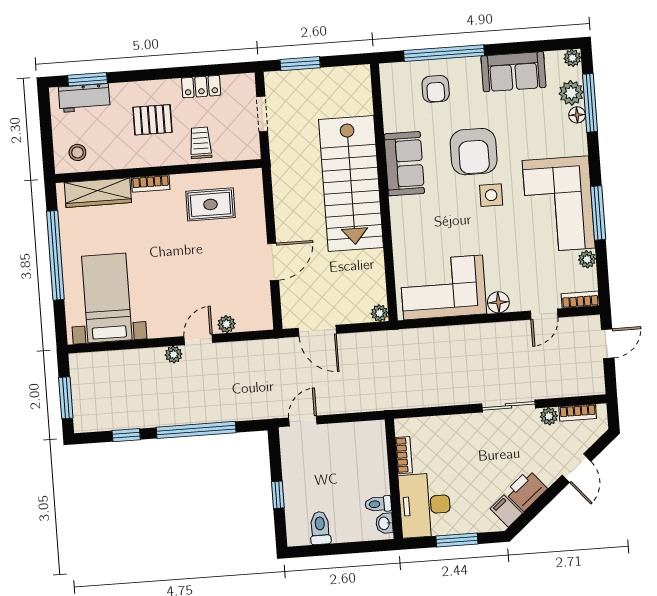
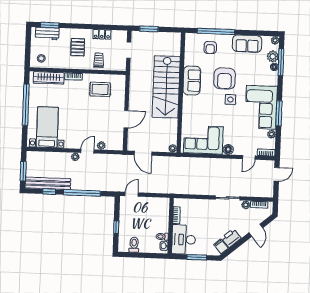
pallet: (153, 120) -> (78, 47), turned 90
bench: (122, 418) -> (48, 183), added

